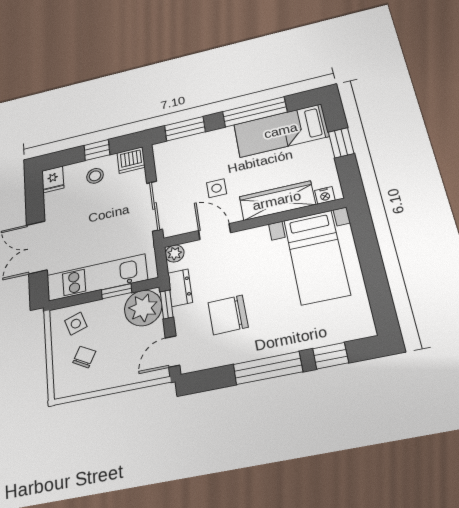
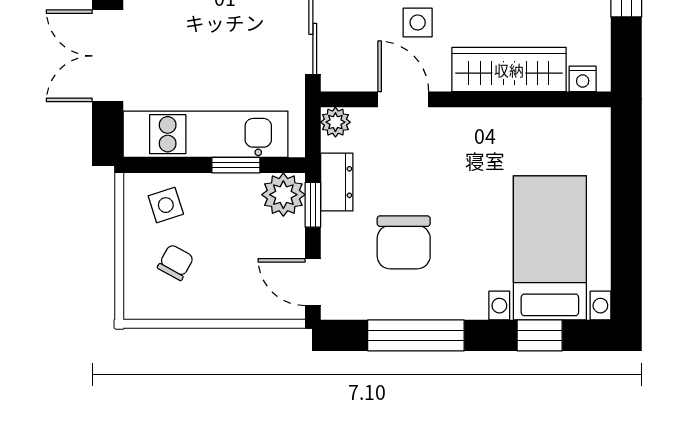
bed with nightstands: (316, 257) -> (550, 248), moved, turned 180
plant: (143, 308) -> (283, 195), width x0.73, depth x0.73
chair: (228, 315) -> (404, 242), turned -89
door: (172, 352) -> (313, 282), hinge flipped
window: (268, 368) -> (416, 335), moved

